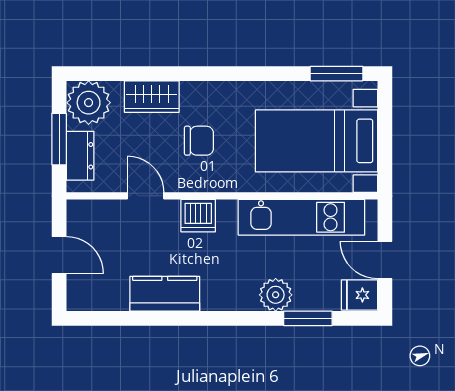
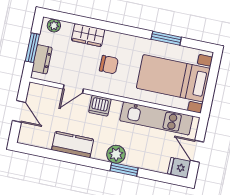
window: (336, 74) -> (166, 38), moved
plant: (89, 103) -> (54, 26), width x0.53, depth x0.53
door: (146, 196) -> (73, 89), swing flipped
plant: (276, 295) -> (116, 154), moved
window: (308, 318) -> (124, 169), moved

